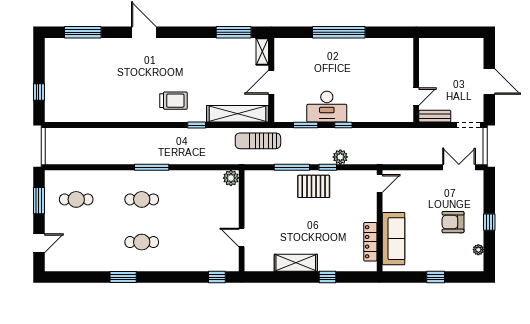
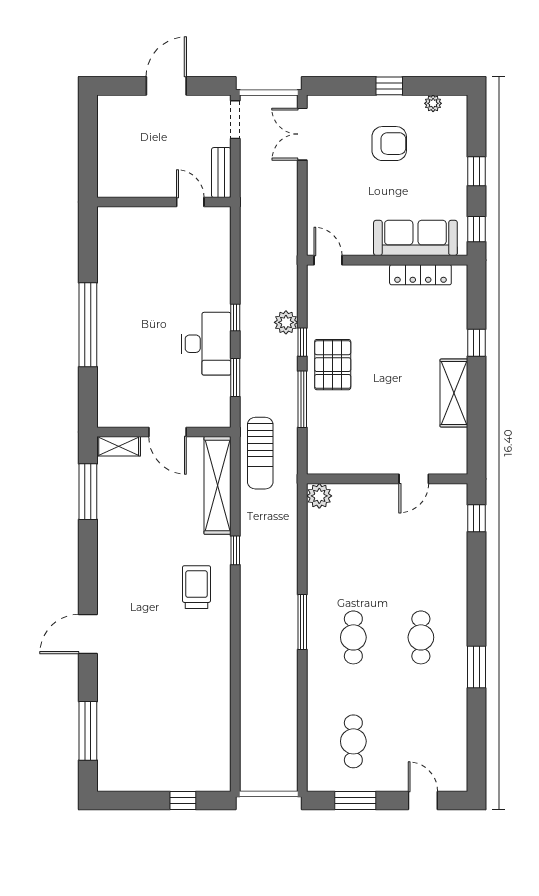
armchair: (453, 222) -> (389, 144), turned -90
window: (399, 277) -> (476, 229), added

